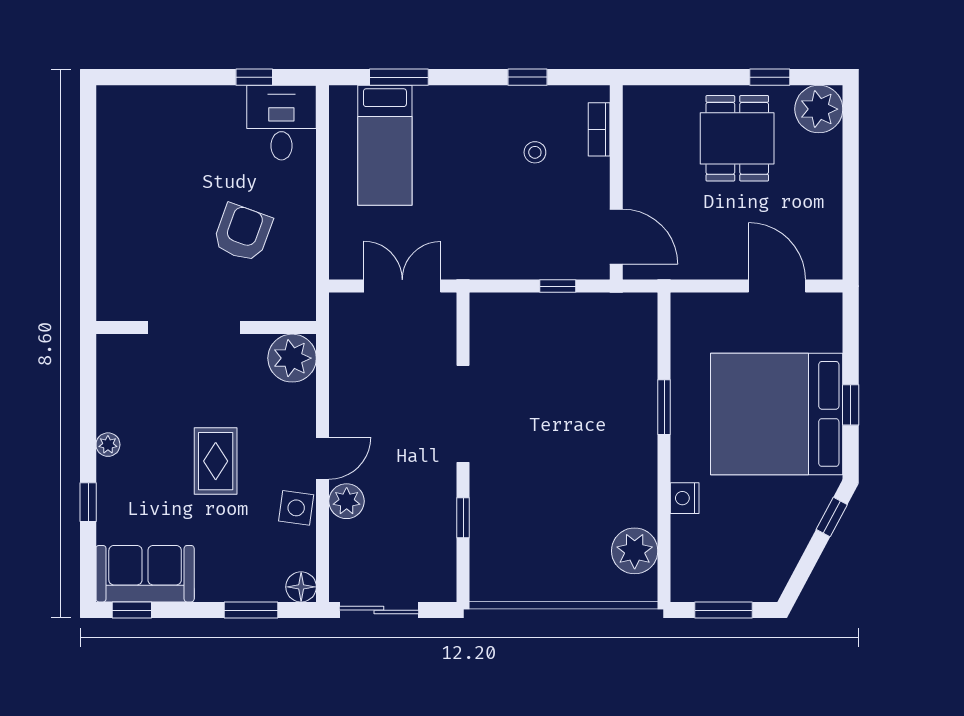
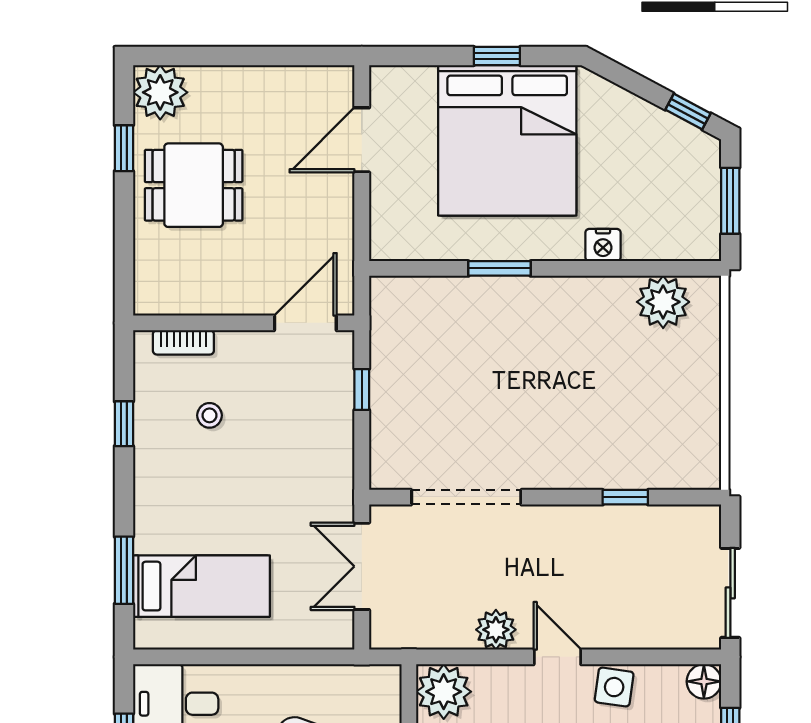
doorway: (463, 414) -> (466, 497), moved
plant: (347, 501) -> (496, 630), moved
window: (832, 517) -> (688, 111), moved

